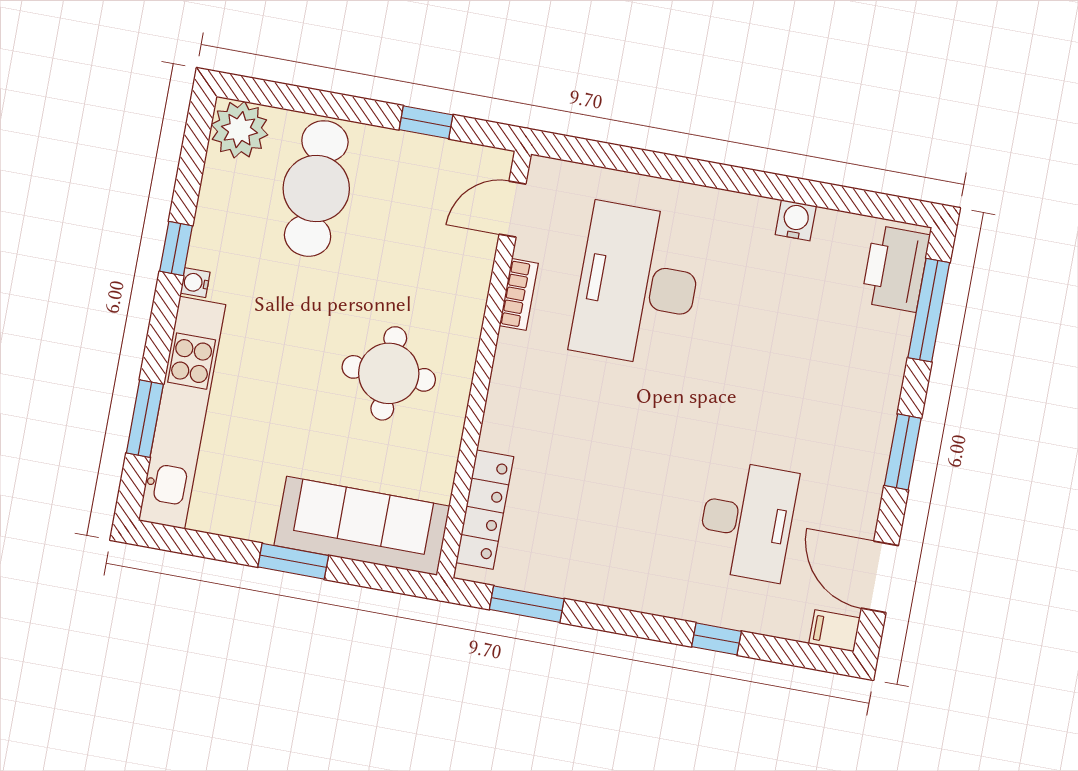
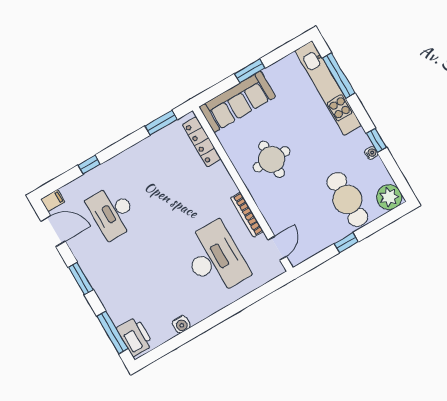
window: (426, 122) -> (346, 243), moved
water cooler: (195, 283) -> (371, 153), moved
bookcase: (519, 294) -> (247, 215), width x1.56
window: (145, 419) -> (339, 76), width x1.44

